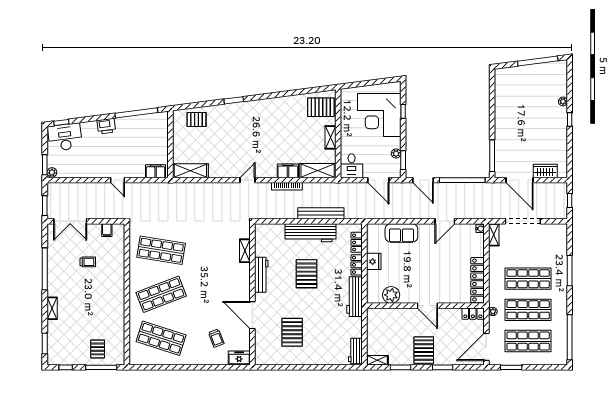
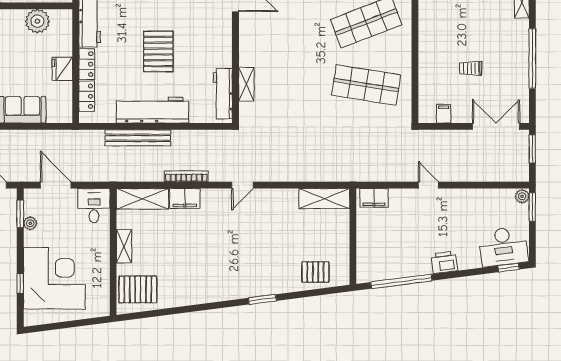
workbench: (261, 275) -> (223, 94), moved

